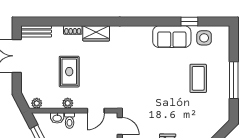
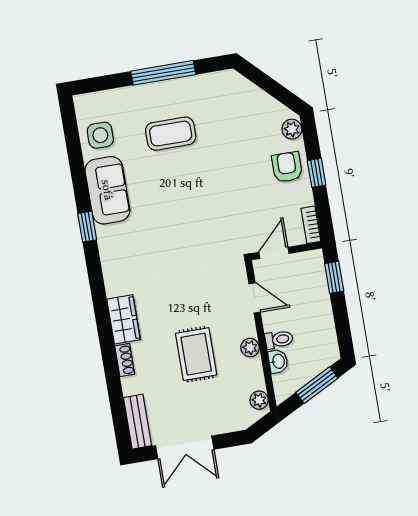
window: (189, 21) -> (87, 227), moved
rug: (69, 72) -> (196, 354), turned 90

